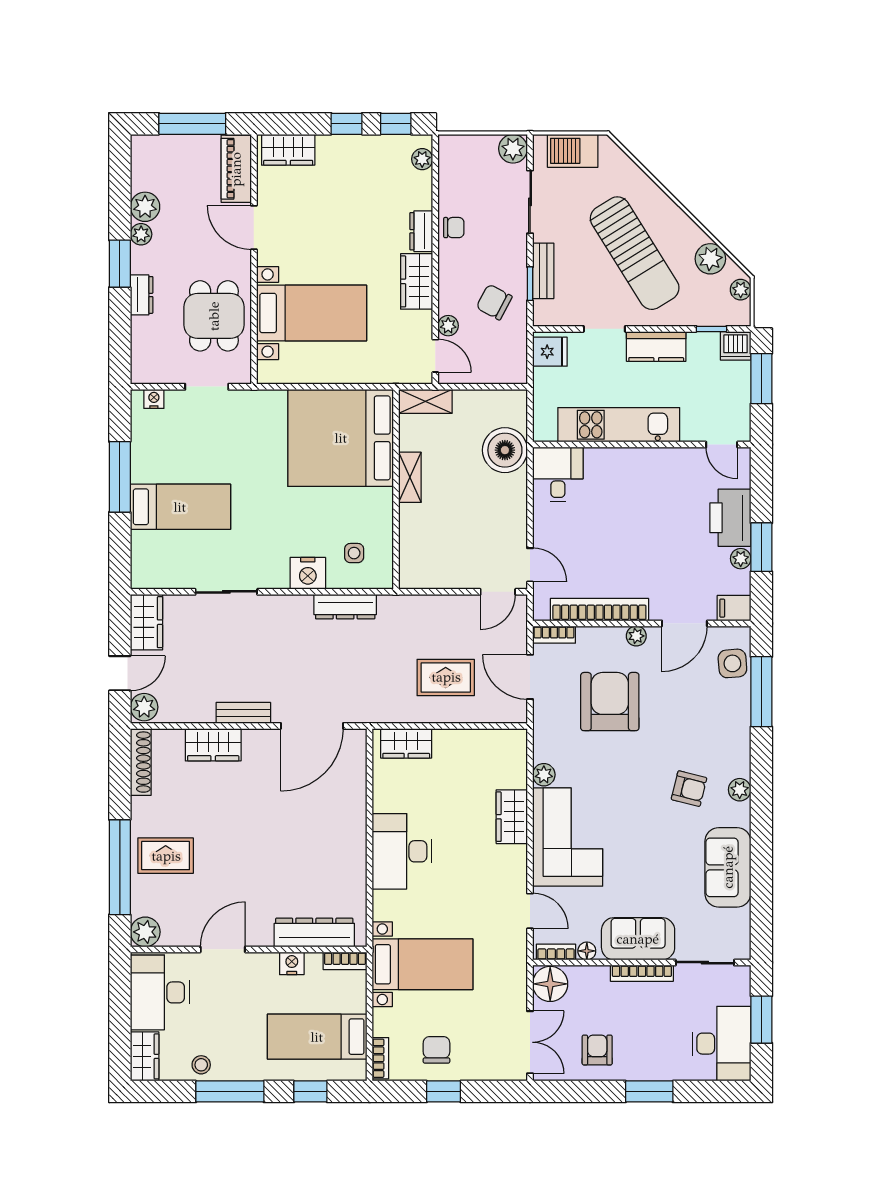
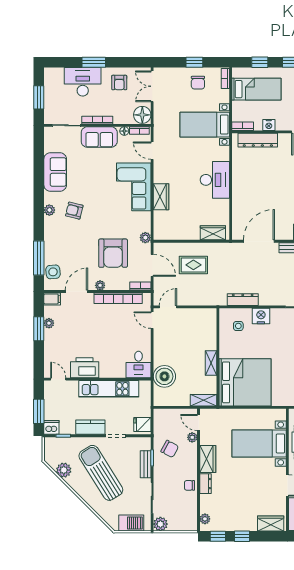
plant: (741, 290) -> (49, 455), removed
printer: (730, 518) -> (85, 368), moved, turned -90
plant: (544, 775) -> (145, 238), moved
desk: (722, 1044) -> (83, 82), moved, turned 90

